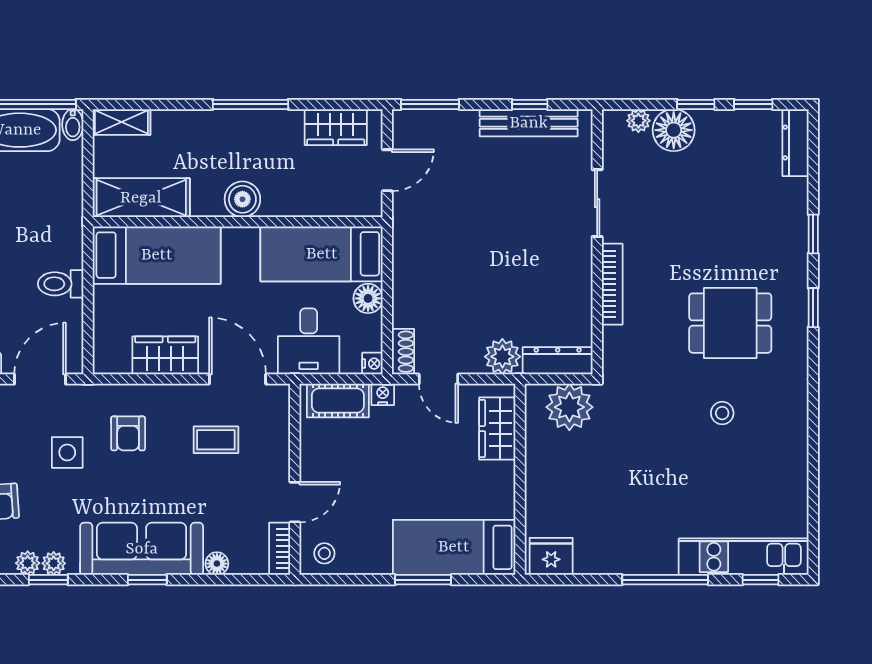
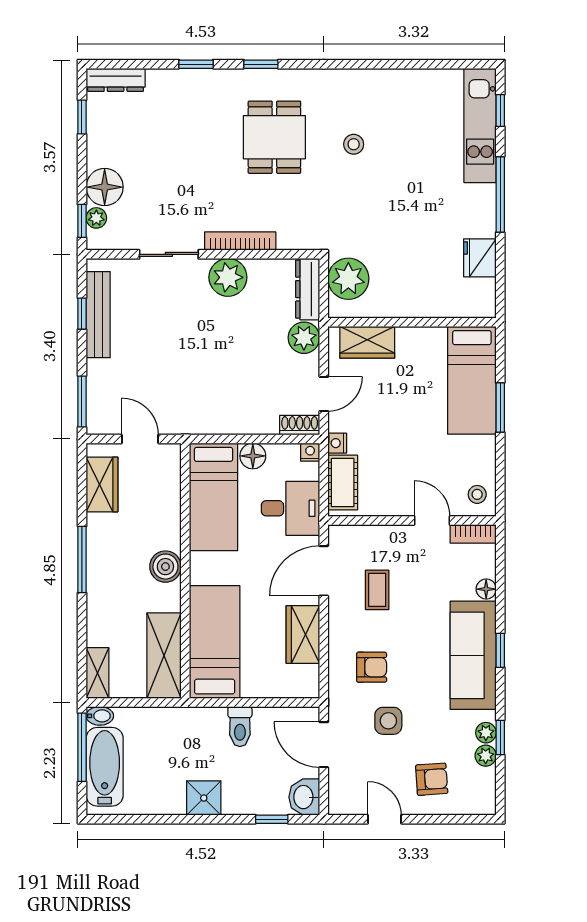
window: (696, 104) -> (82, 221), moved
plant: (571, 270) -> (228, 277), added
fridge: (551, 556) -> (480, 258), moved

